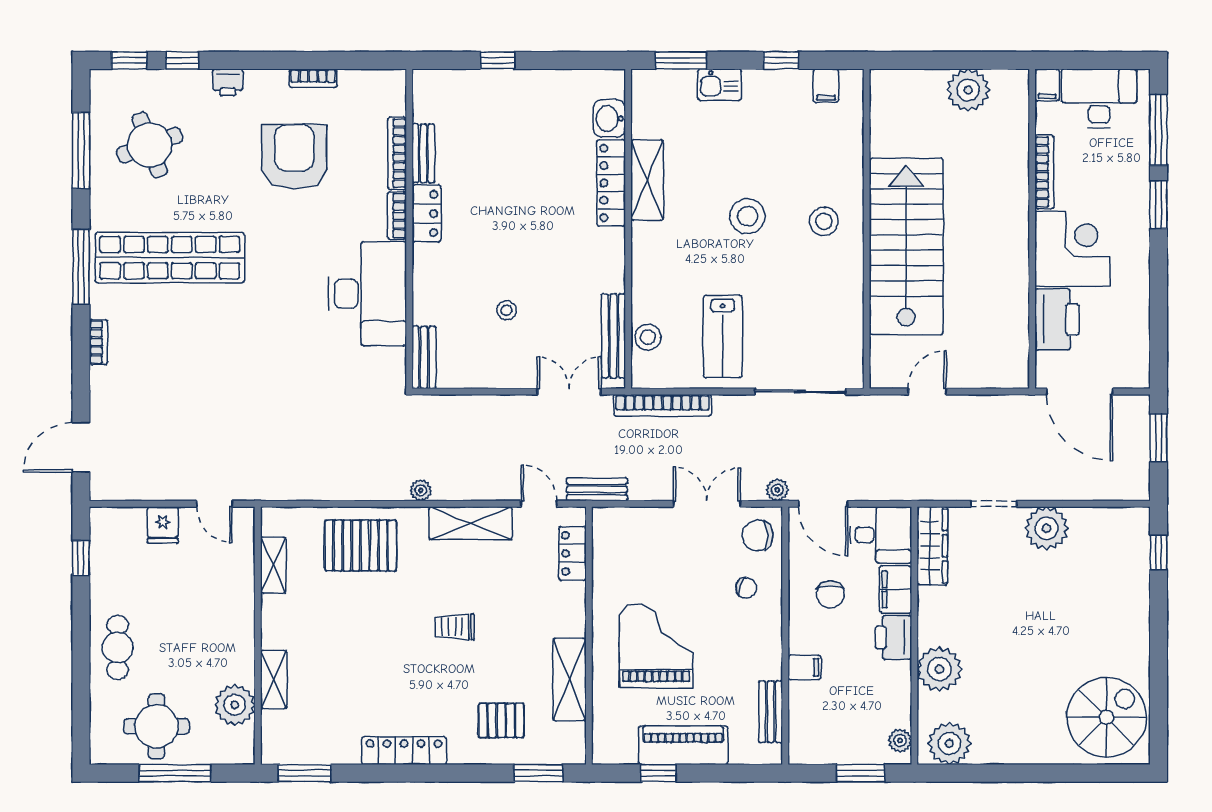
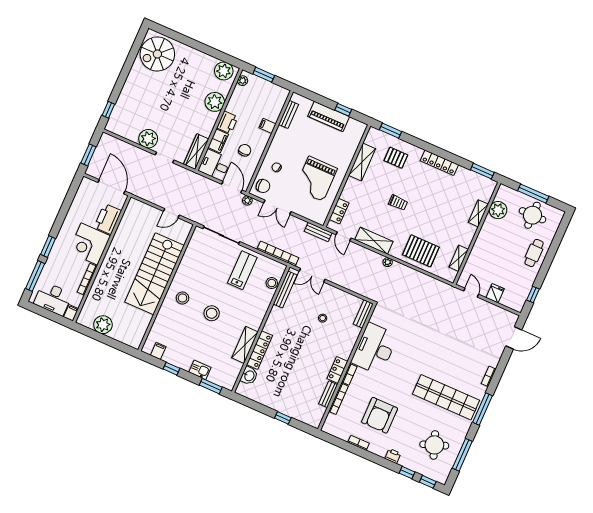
grand piano: (656, 646) -> (316, 179), moved

